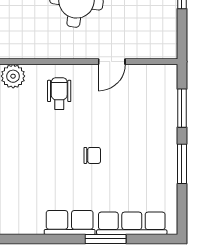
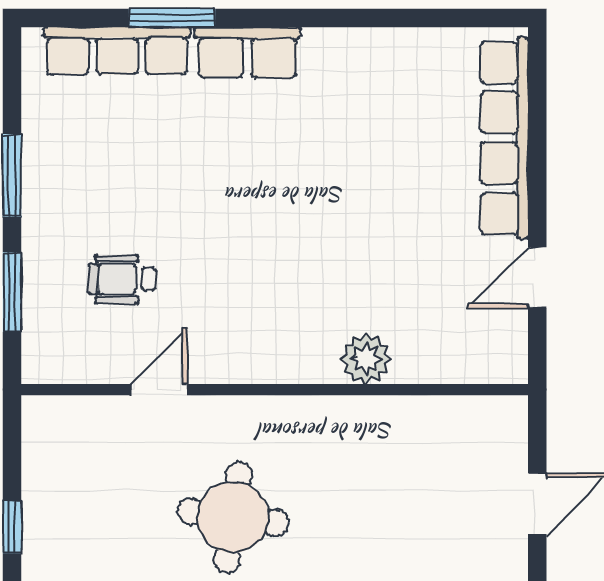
wheelchair: (59, 93) -> (122, 279), moved, turned 90
chair: (92, 155) -> (200, 193), removed

